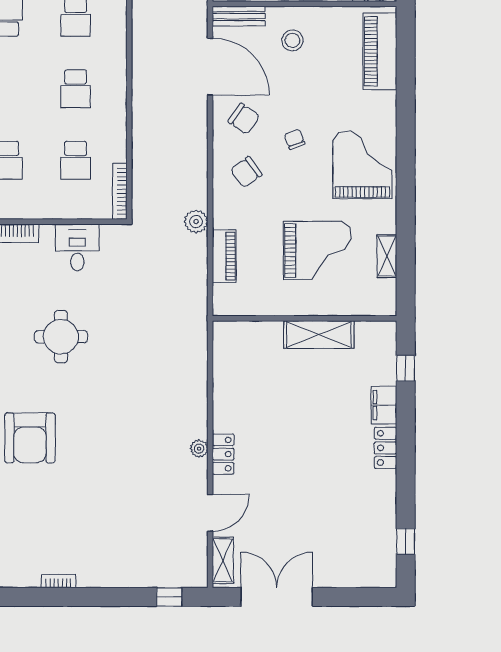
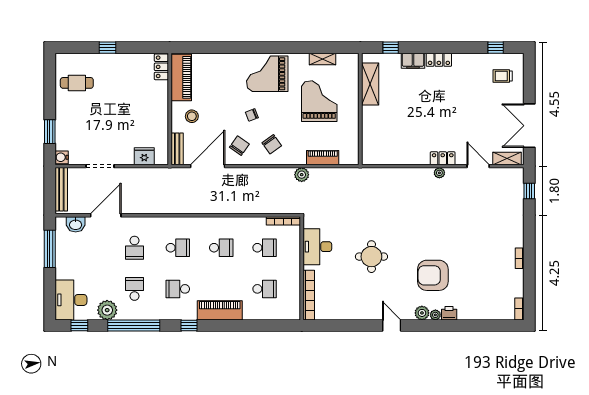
piano: (380, 51) -> (181, 77), moved, turned -90
desk: (77, 247) -> (317, 247), width x1.37
shelving: (319, 335) -> (370, 84), moved
armchair: (30, 438) -> (433, 275), turned 180
trolley: (359, 553) -> (503, 76), added

